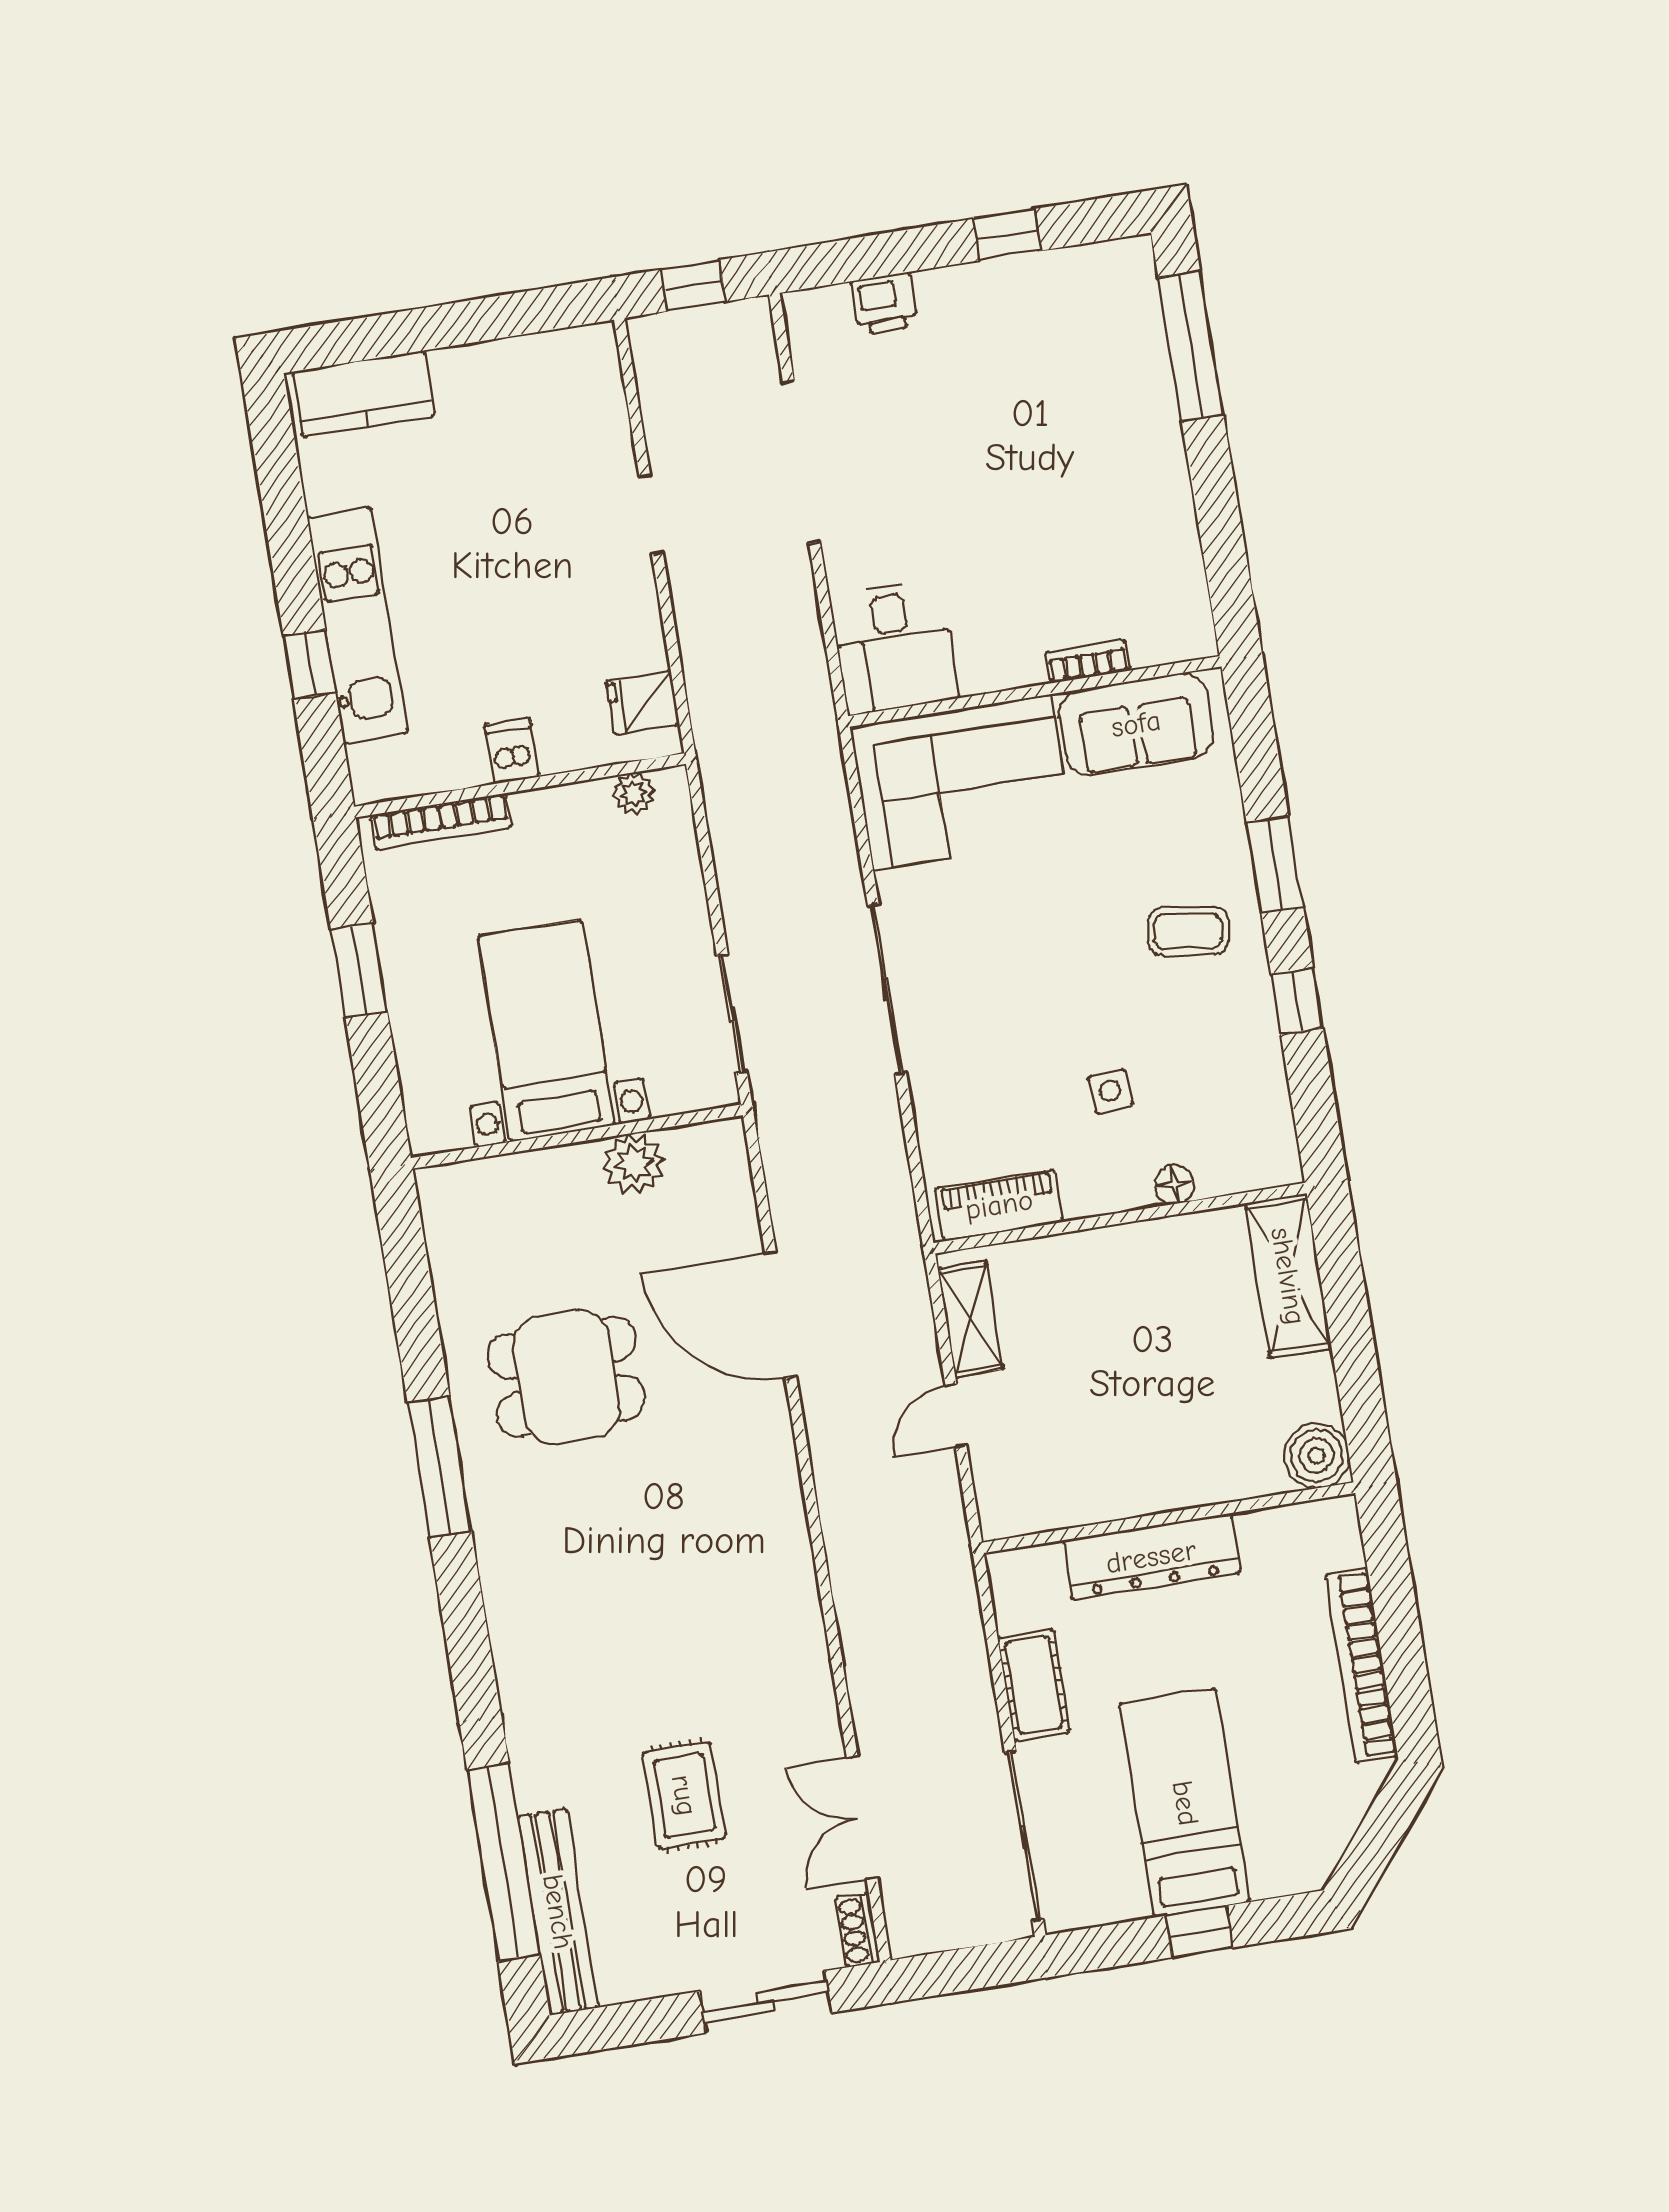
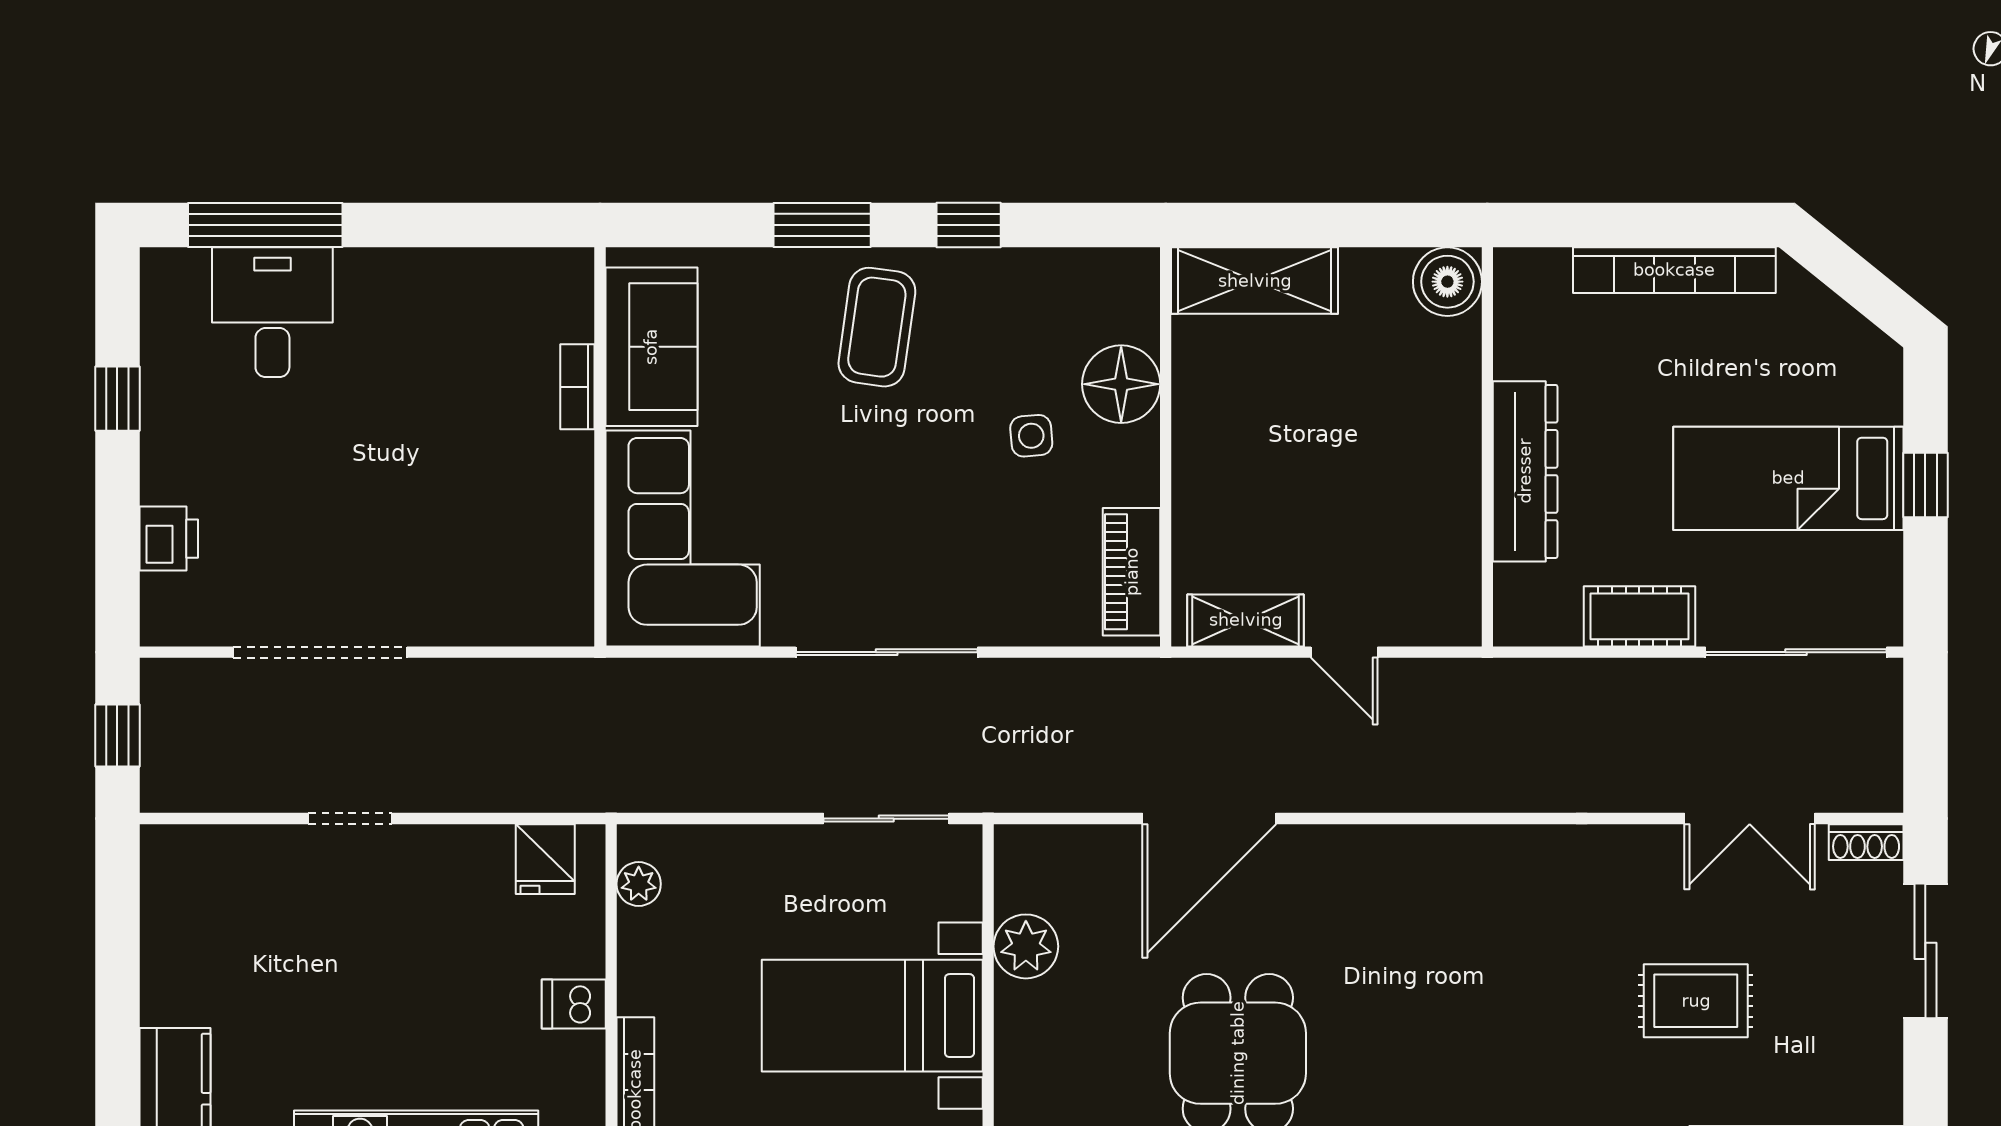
desk: (894, 647) -> (272, 312), moved, turned -90
coffee table: (1188, 931) -> (877, 327), width x1.36, depth x1.30
floor lamp: (1175, 1184) -> (1121, 384), width x1.89, depth x1.89

